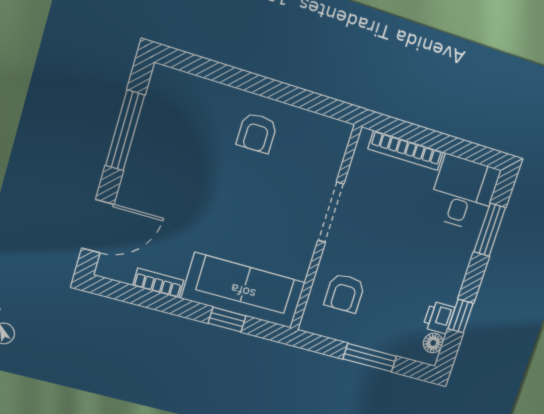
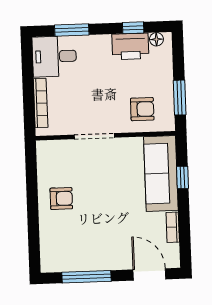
printer: (439, 317) -> (130, 46), width x1.87, depth x1.48
window: (370, 358) -> (180, 98), moved

